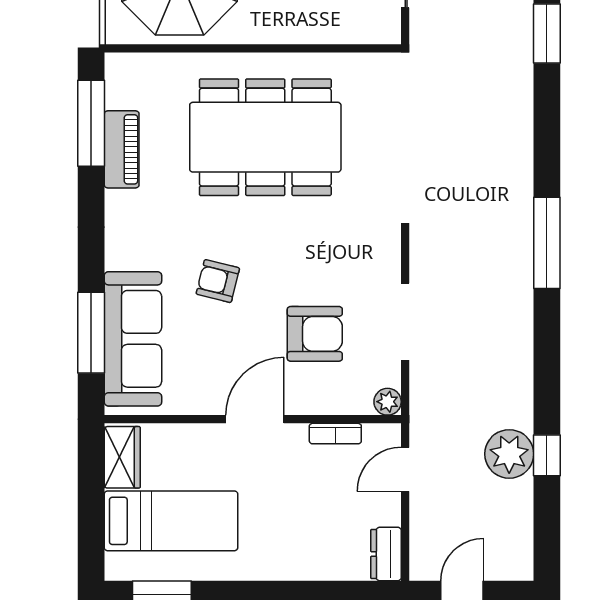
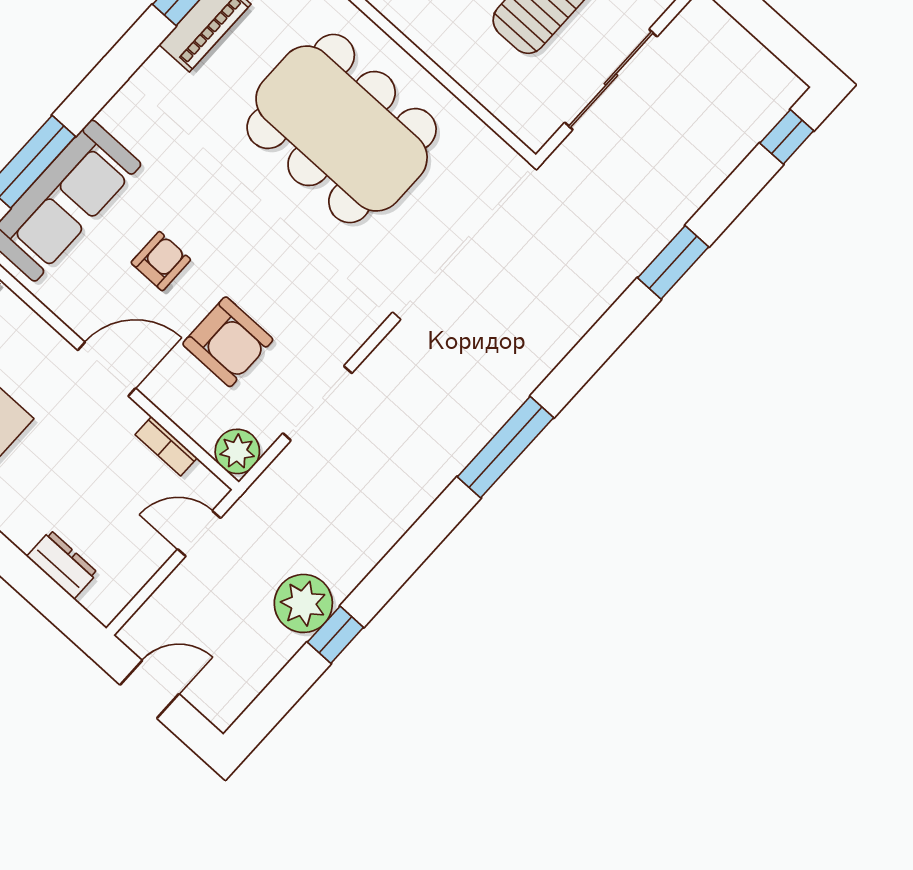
armchair: (218, 281) -> (161, 261), moved, turned 76
plant: (388, 402) -> (237, 451), width x1.38, depth x1.38
dresser: (386, 554) -> (62, 565), moved, turned 90

